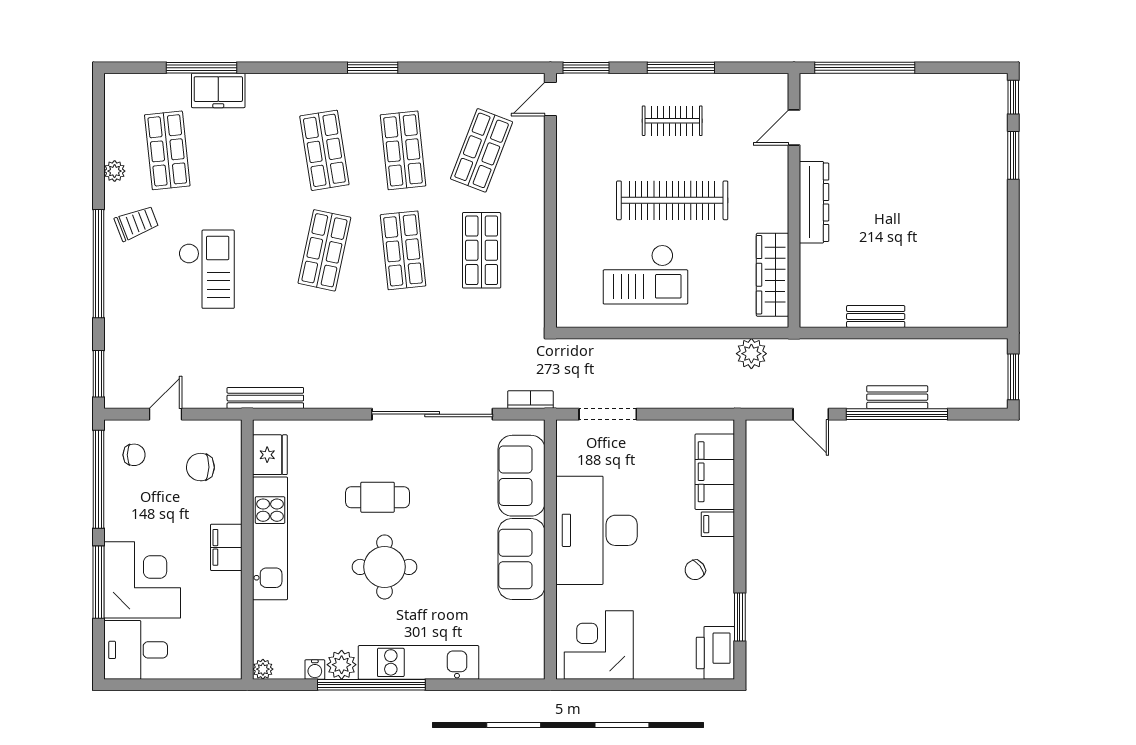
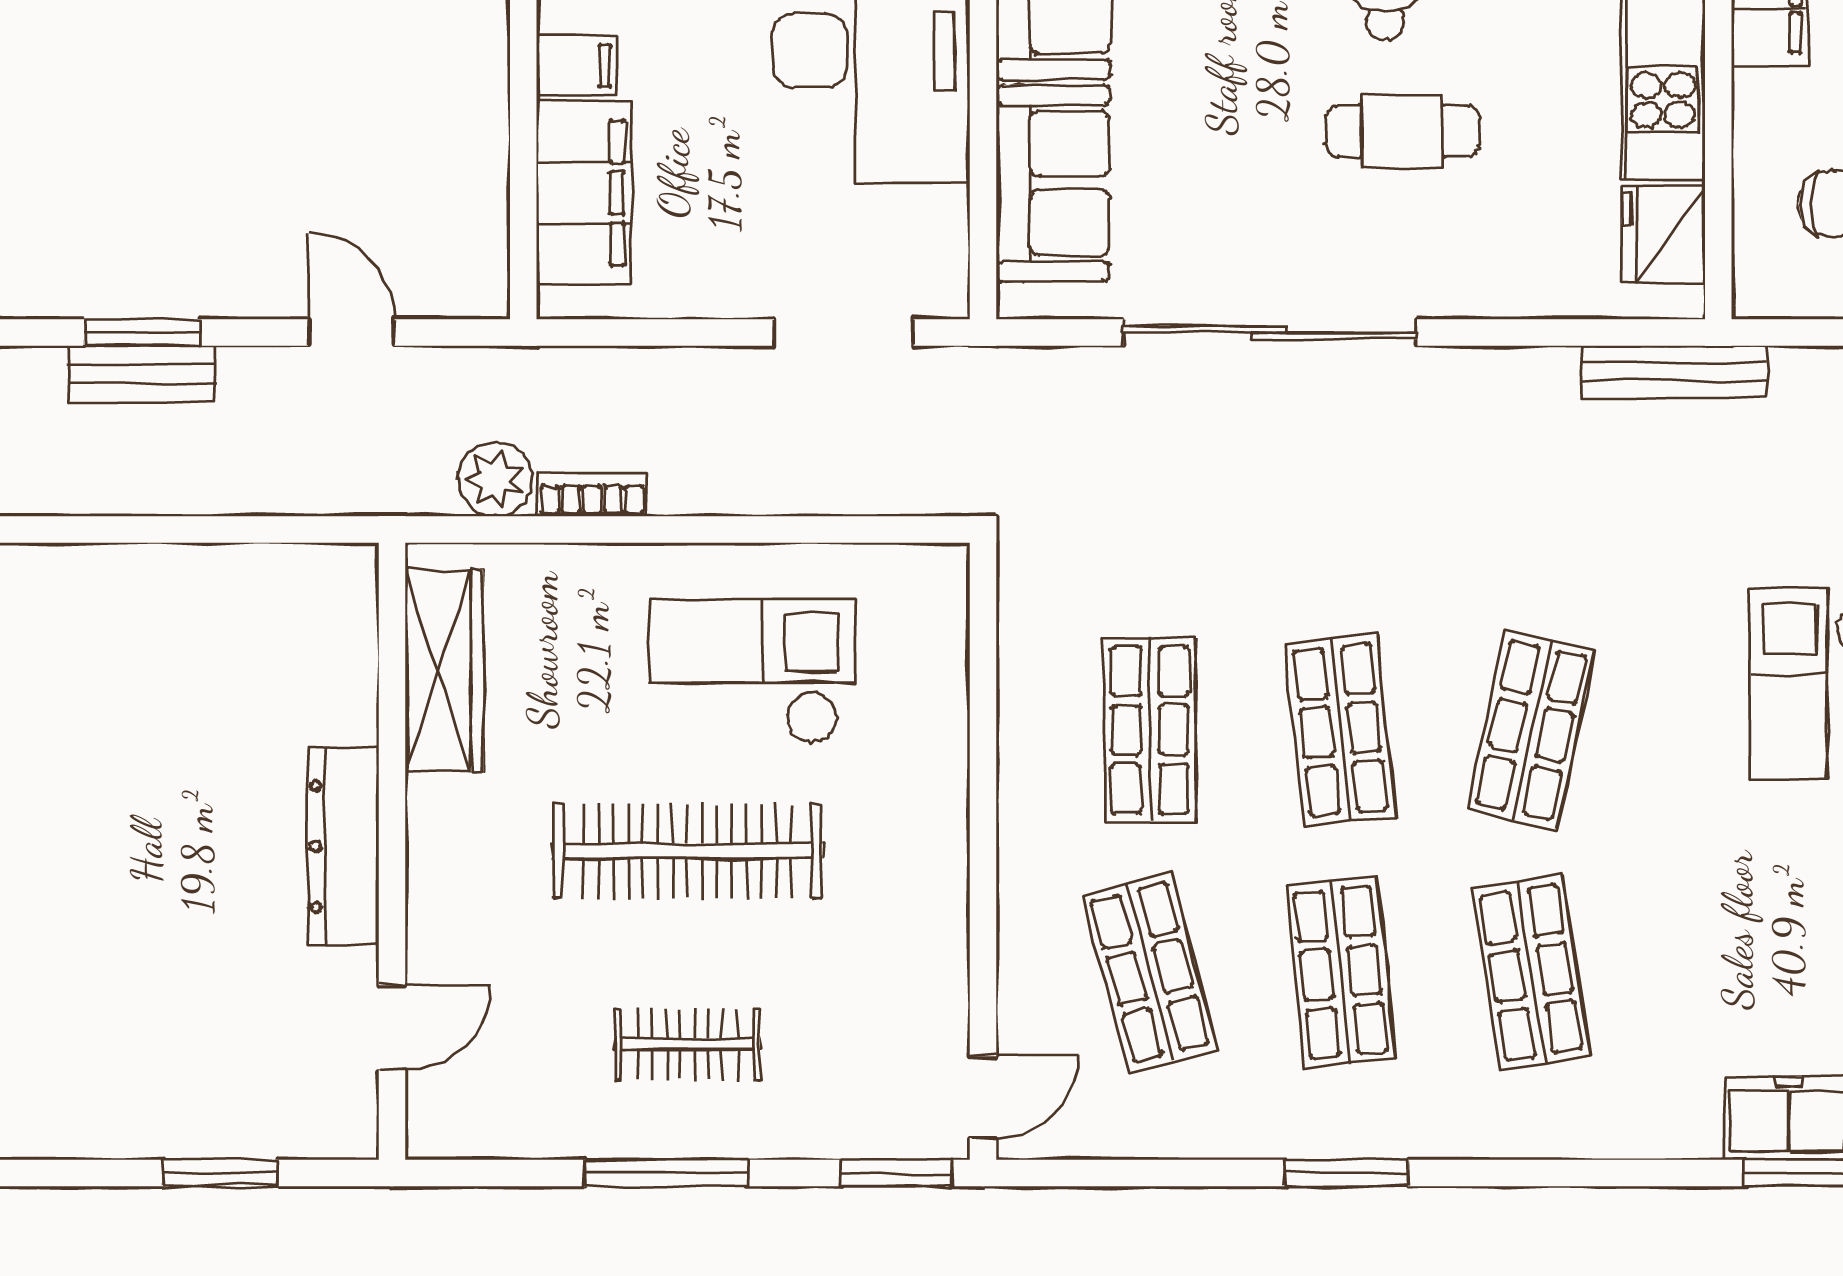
window: (373, 68) -> (1347, 1173), moved
window: (865, 68) -> (221, 1173), width x0.47
shop shelf: (482, 150) -> (1150, 972), turned -36
bench: (876, 316) -> (194, 569), removed
bookcase: (530, 400) -> (592, 494), moved, turned 180
window: (897, 414) -> (142, 333), width x0.47

